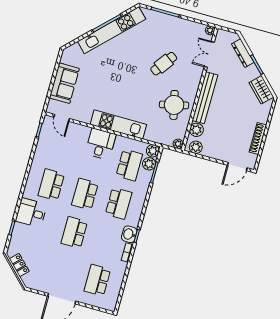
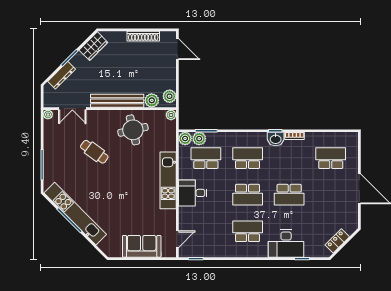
school desk: (51, 185) -> (248, 231), turned 180
desk: (31, 213) -> (286, 244), width x1.37
school desk: (97, 280) -> (331, 158), turned 180

